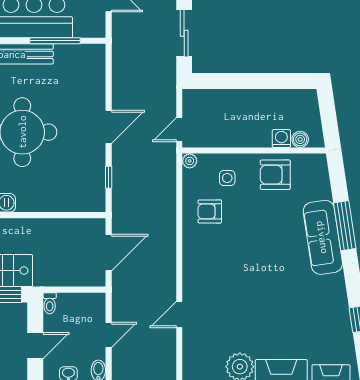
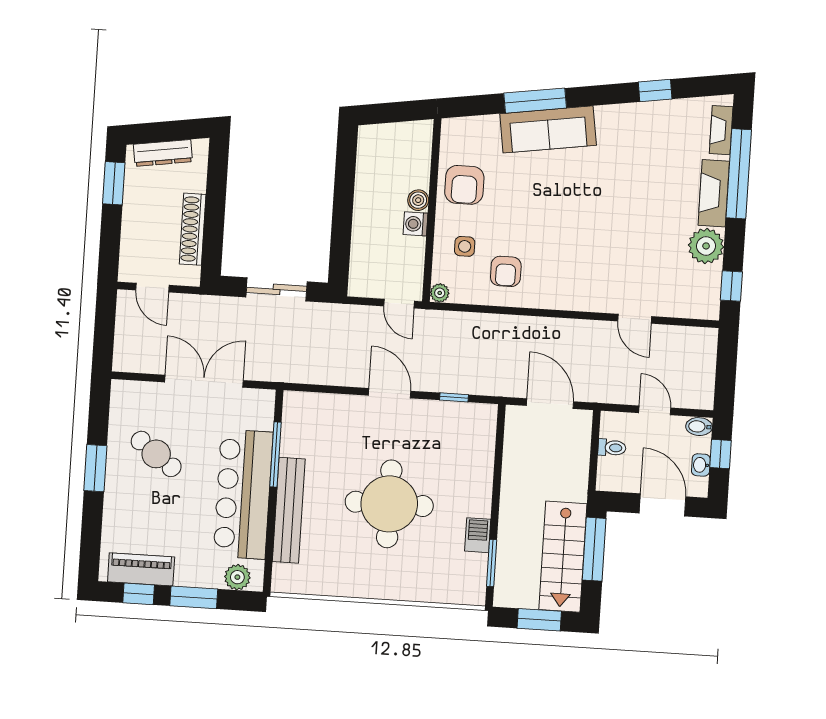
washing machine: (281, 139) -> (416, 224), moved
boiler: (300, 139) -> (418, 200), moved
toilet: (50, 303) -> (612, 448), moved
door: (35, 346) -> (662, 505), width x1.38

